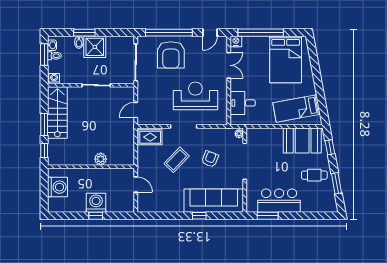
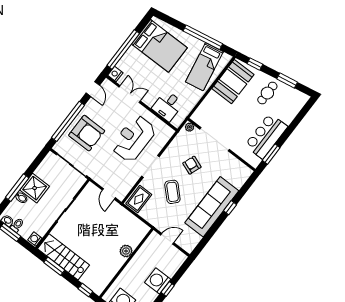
window: (84, 33) -> (17, 188), width x1.44
window: (319, 89) -> (203, 37), added
window: (44, 125) -> (54, 266), moved
sofa: (214, 201) -> (212, 207), moved

